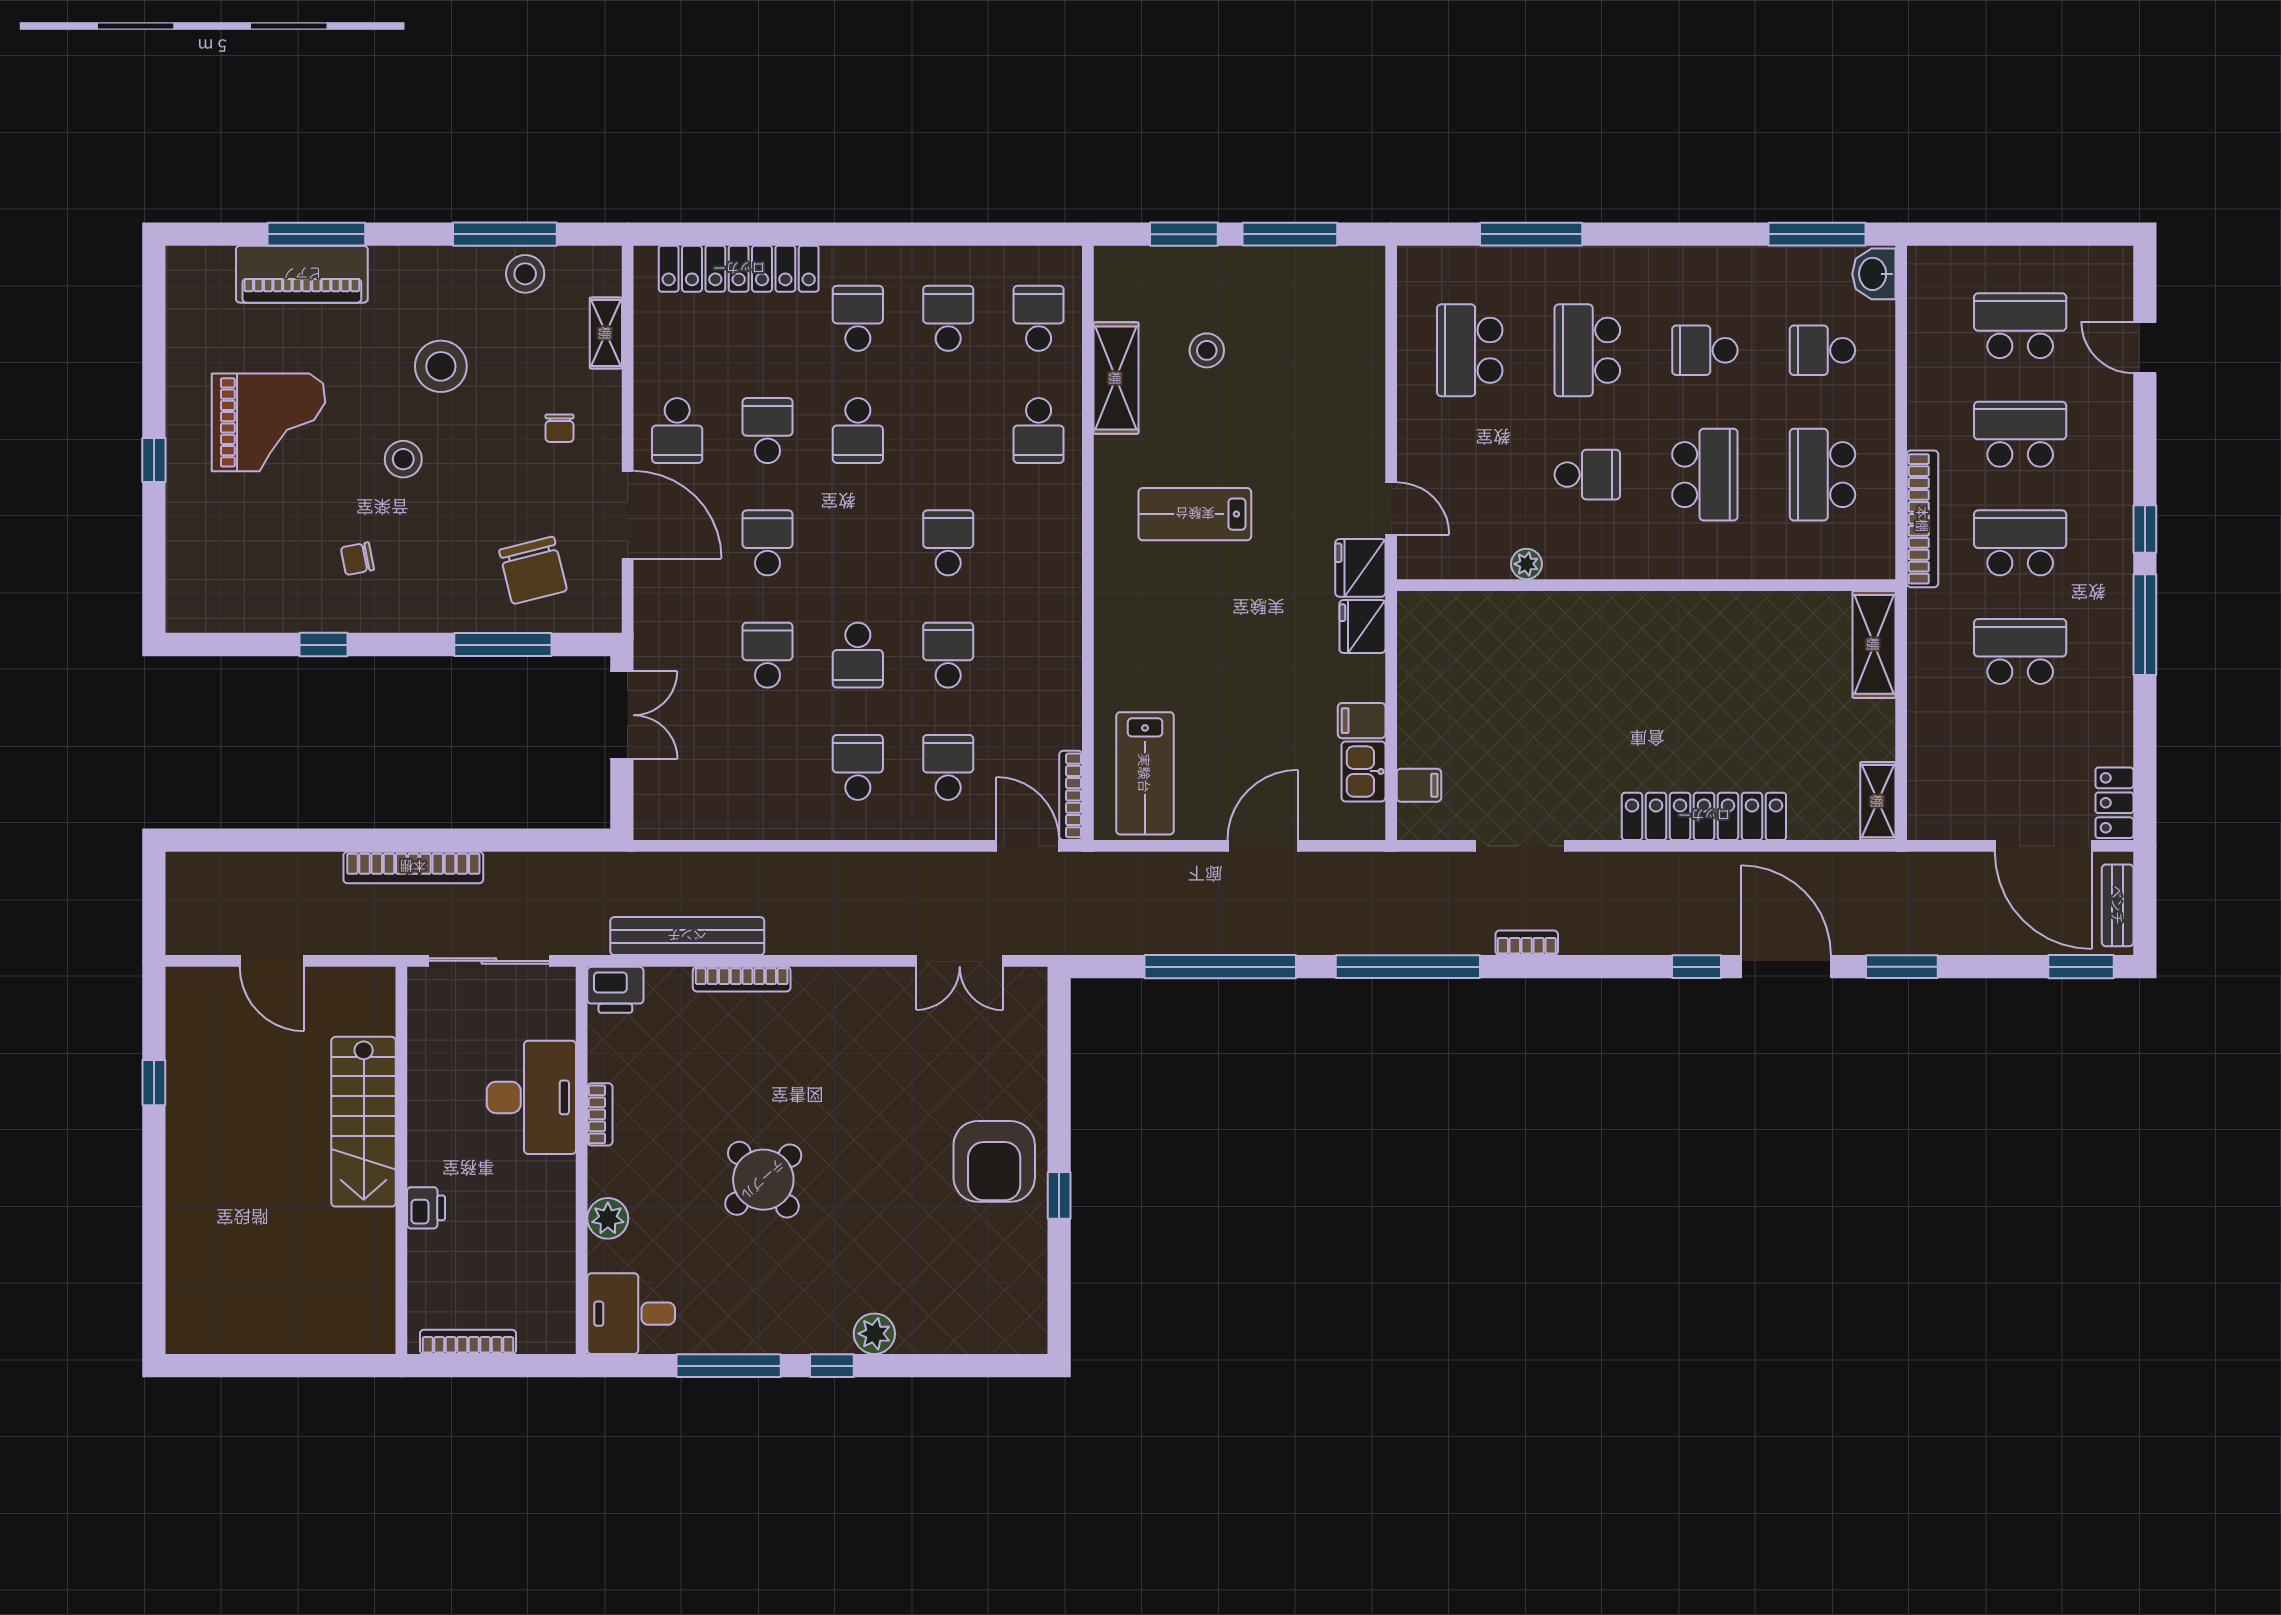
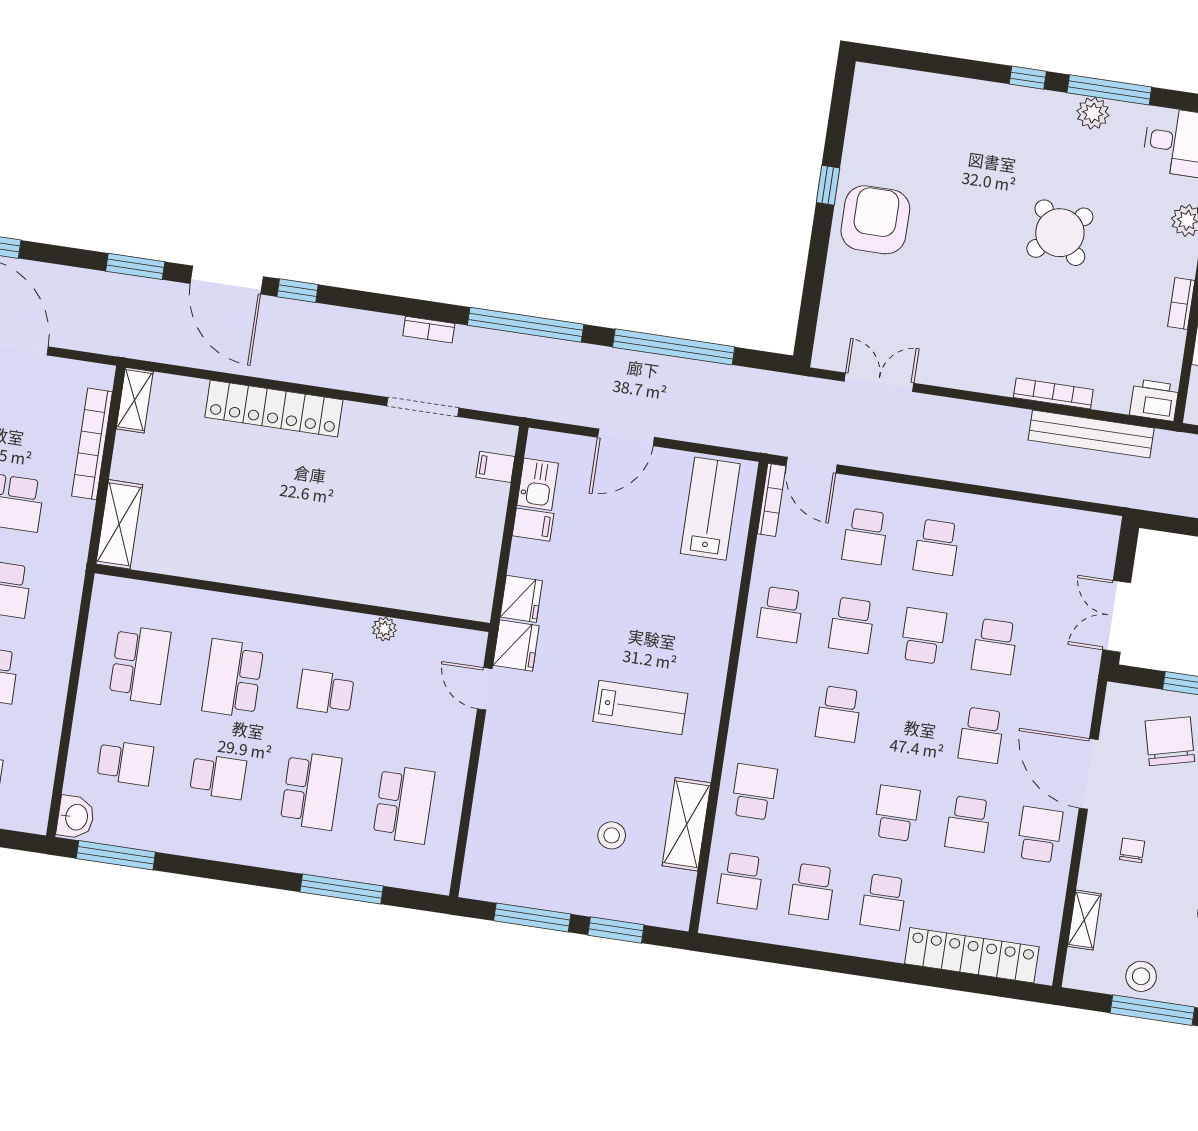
bookcase: (1923, 519) -> (92, 444), moved
school desk: (1039, 655) -> (781, 615), added
plant: (874, 1334) -> (1093, 113), moved

